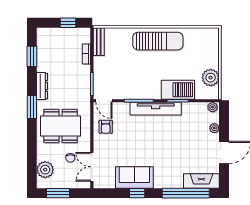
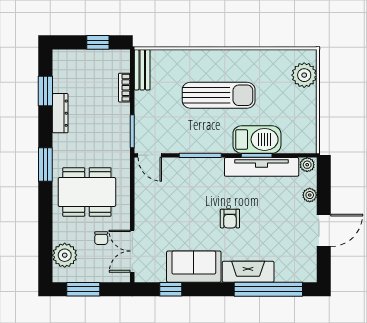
sun lounger: (158, 41) -> (219, 95), moved
plant: (211, 78) -> (304, 75), moved
dresser: (42, 86) -> (60, 113), moved
tv unit: (156, 109) -> (262, 167), moved
armchair: (106, 127) -> (230, 219), moved
fireplace: (201, 181) -> (248, 272), moved
window: (137, 193) -> (171, 289), moved

